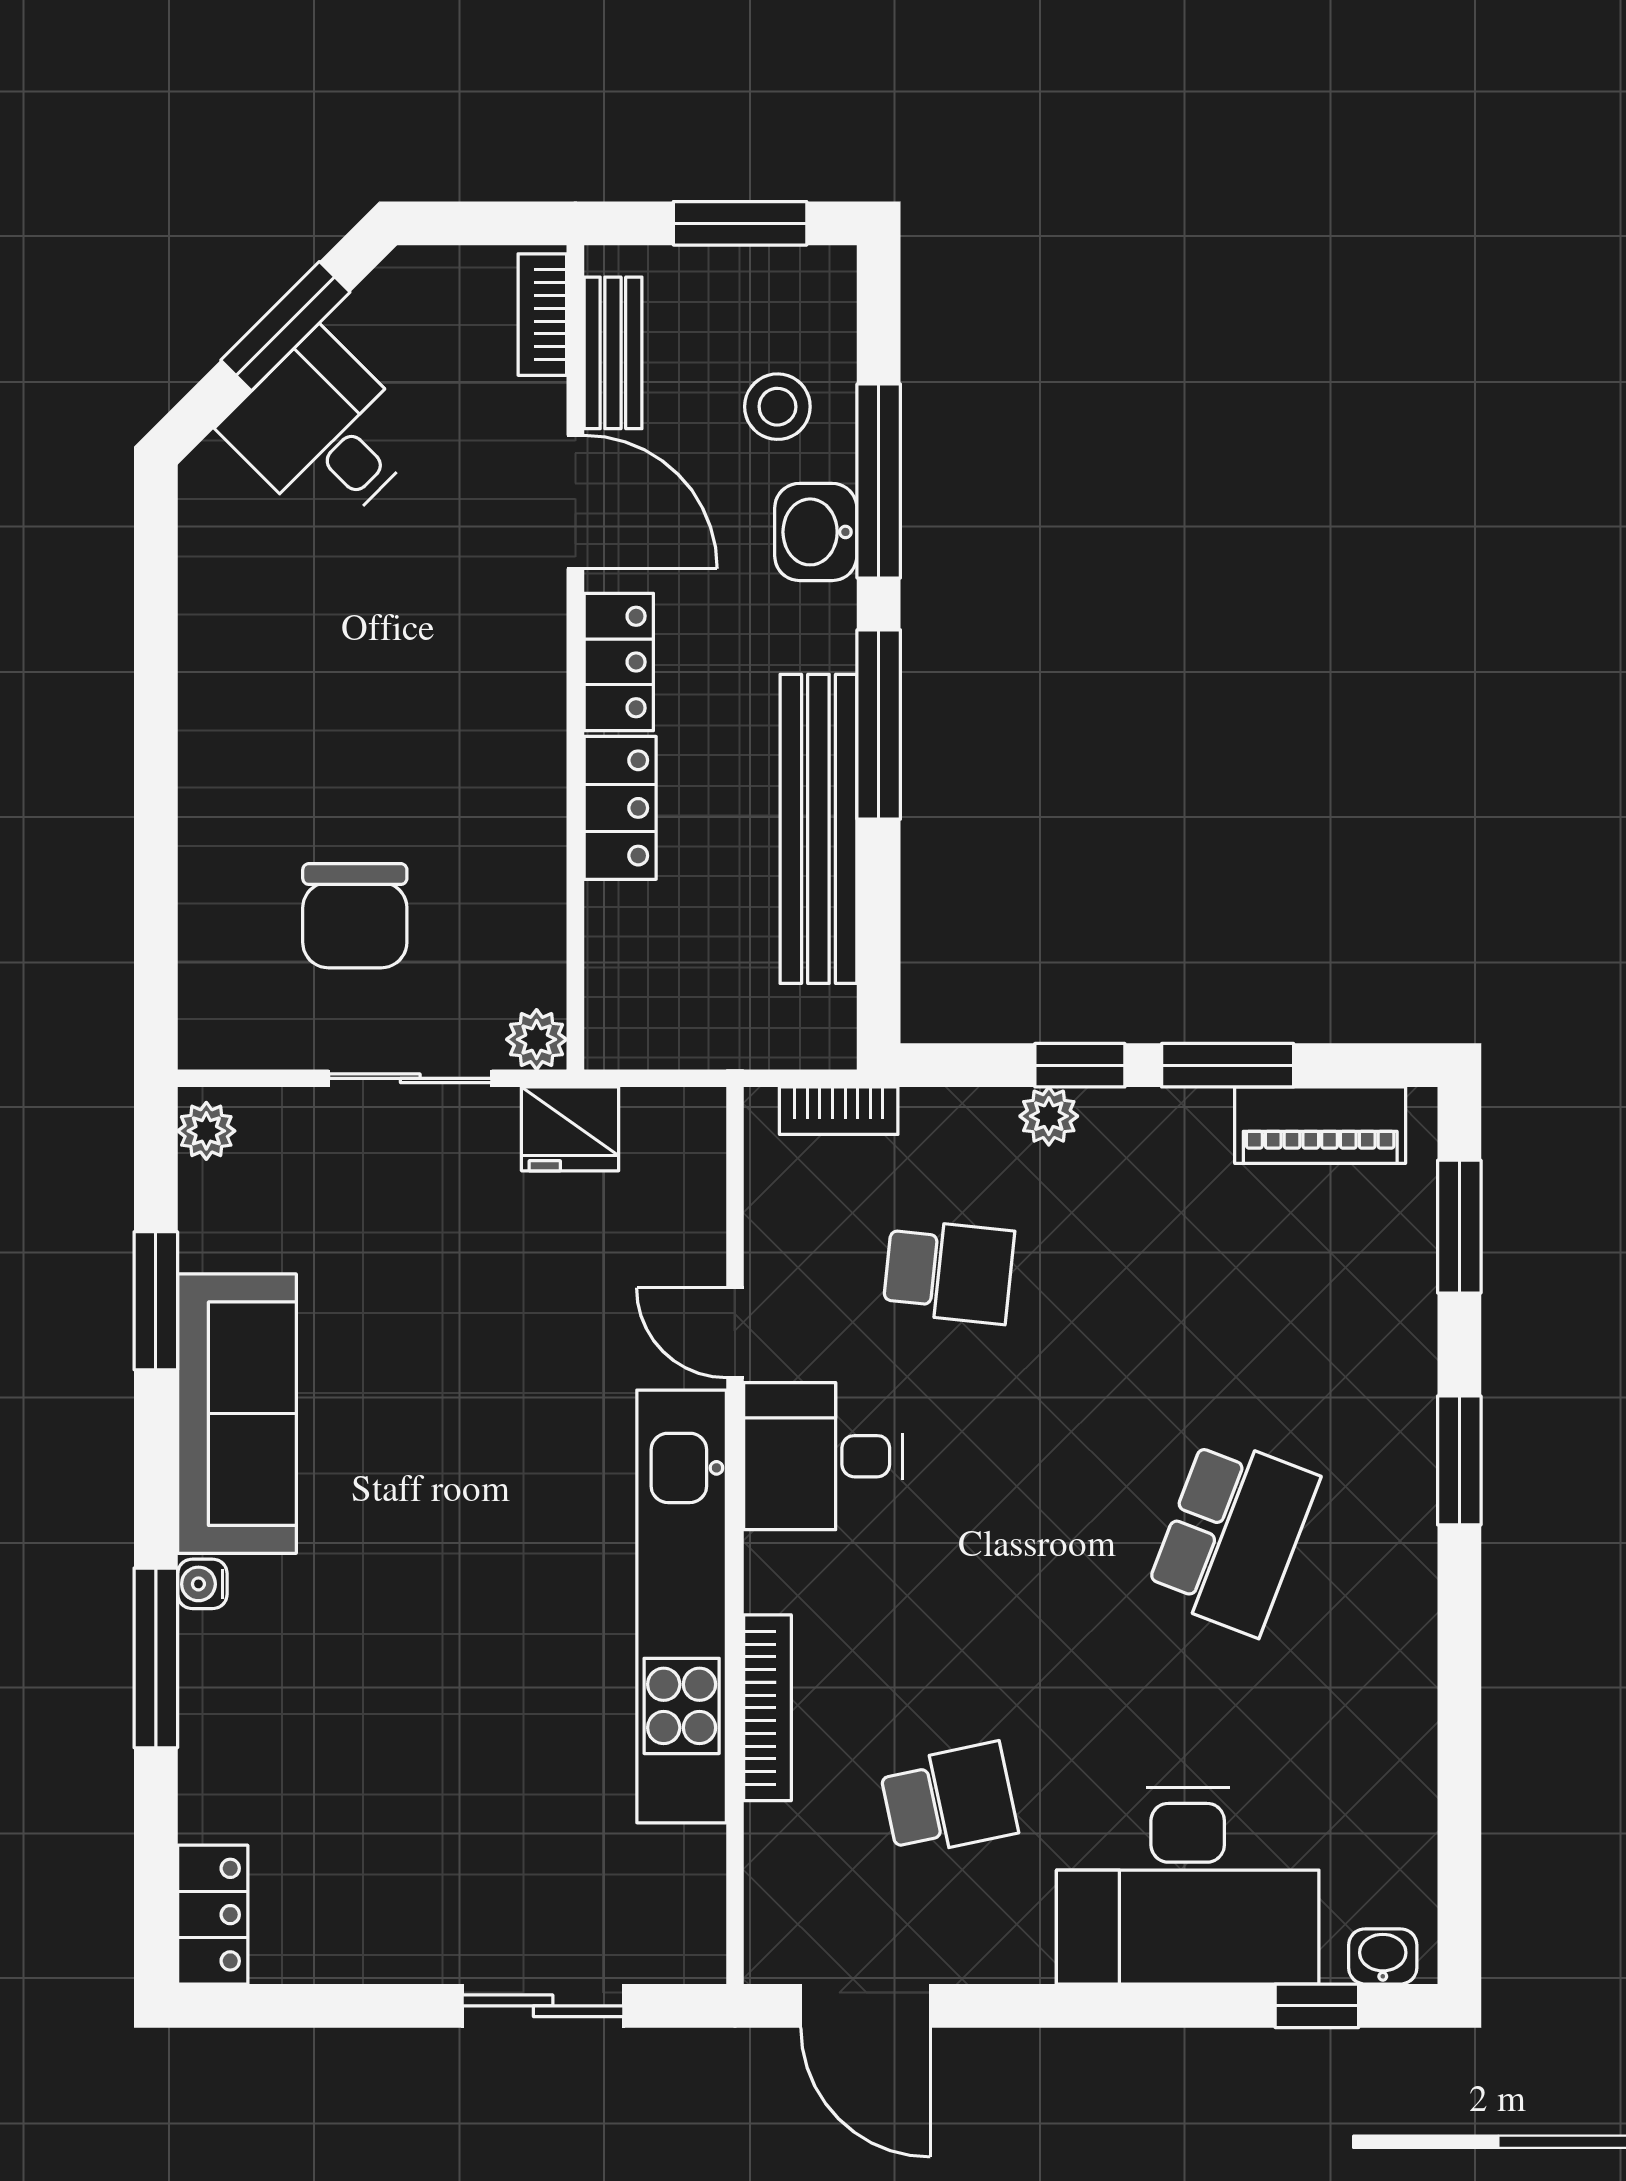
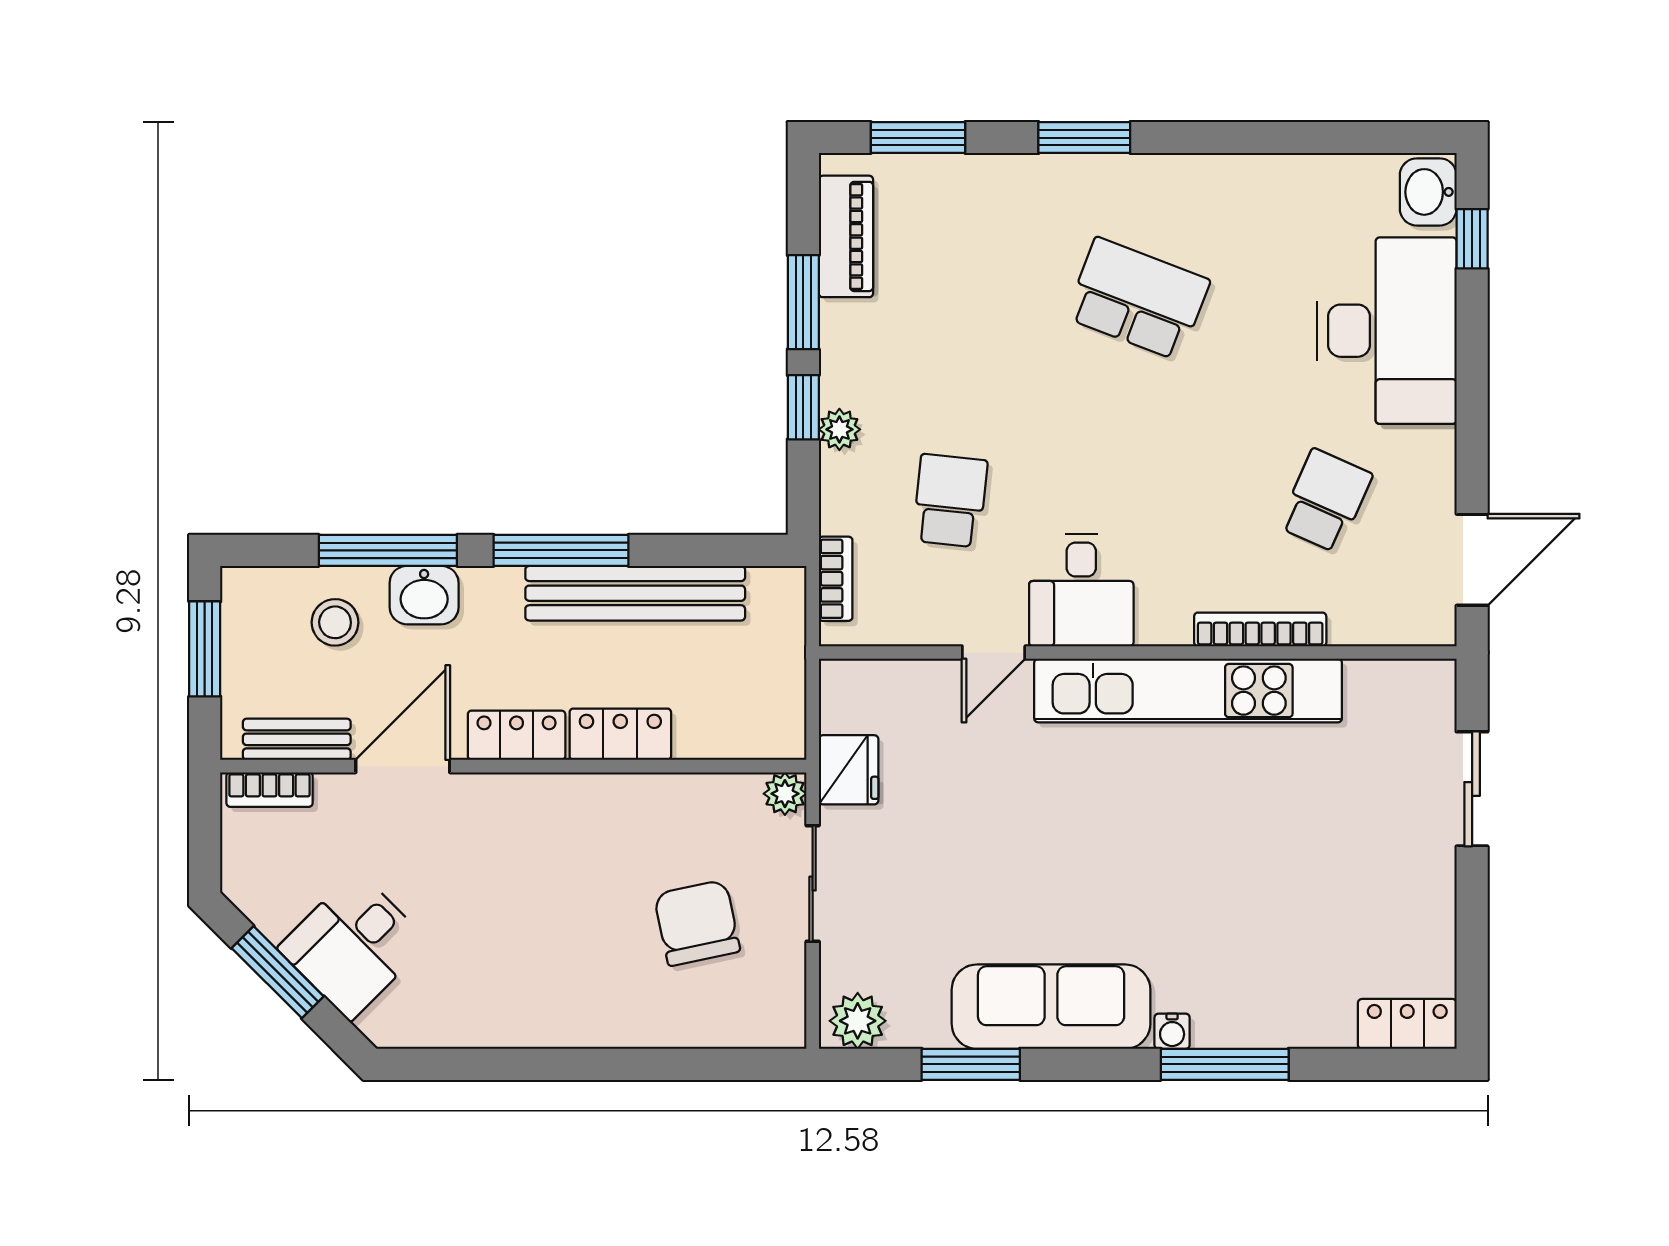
chair: (355, 916) -> (697, 923), turned -102
plant: (206, 1131) -> (858, 1021), width x1.38, depth x1.38
school desk: (949, 1799) -> (1325, 501), turned 36
washbasin: (1383, 1956) -> (1428, 192), width x1.38, depth x1.45

